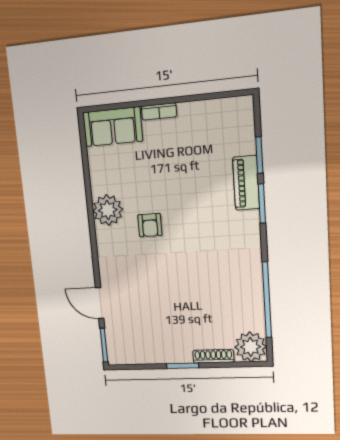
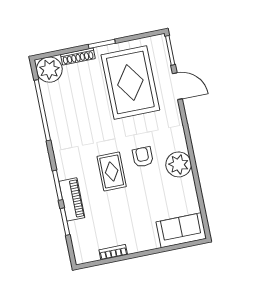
bookcase: (159, 111) -> (113, 252), moved
rug: (190, 212) -> (112, 172), added
rug: (154, 316) -> (130, 83), added

